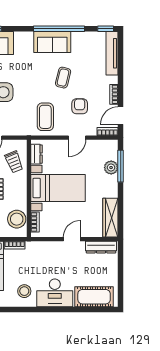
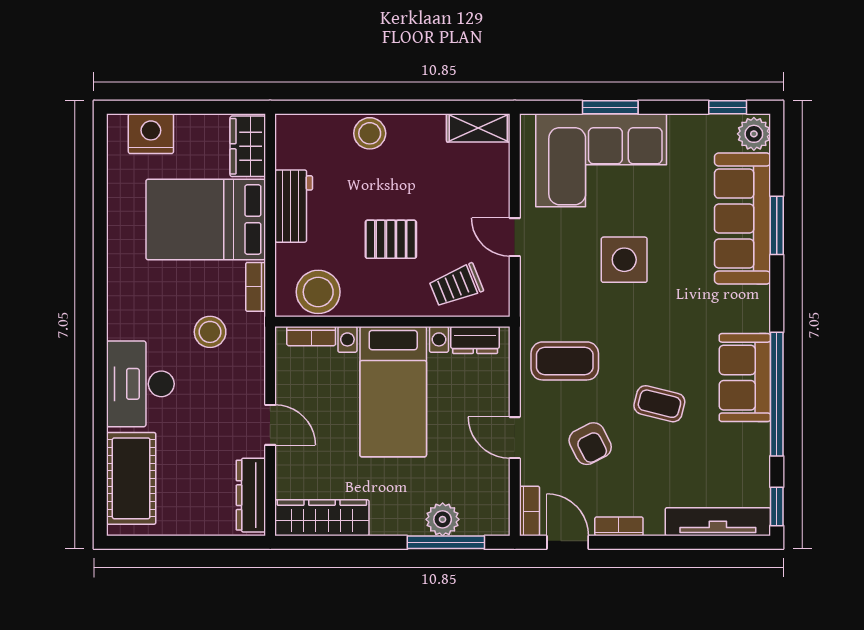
armchair: (80, 106) -> (590, 444), turned 63
stool: (24, 291) -> (210, 332), moved

